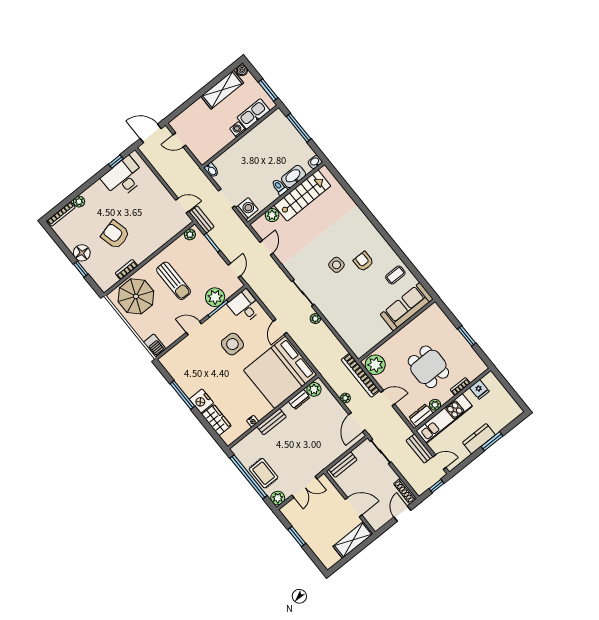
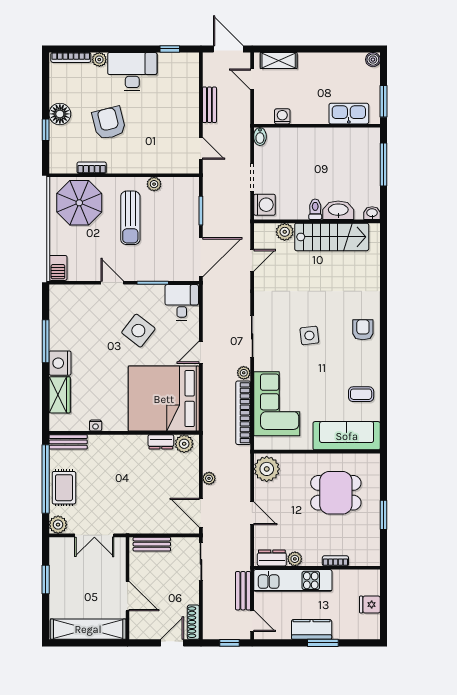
shelving: (222, 90) -> (279, 61), moved, width x0.67, depth x0.75
washing machine: (238, 129) -> (282, 116), moved
desk: (123, 178) -> (132, 72), moved
bench: (202, 219) -> (209, 105), moved
plant: (190, 234) -> (154, 184), moved
armchair: (363, 261) -> (363, 330), moved
door: (234, 270) -> (201, 257), width x1.87
plant: (215, 297) -> (159, 269), removed
corner sofa: (350, 321) -> (277, 404), added
side table: (232, 344) -> (138, 331), turned 38
dining table: (428, 367) -> (336, 493), moved, turned 90
bookcase: (360, 375) -> (243, 413), moved
fridge: (479, 389) -> (370, 605), moved, turned 90
bench: (272, 422) -> (68, 442), moved
door: (357, 422) -> (201, 513), hinge flipped
shelving: (353, 540) -> (88, 629), width x1.47

